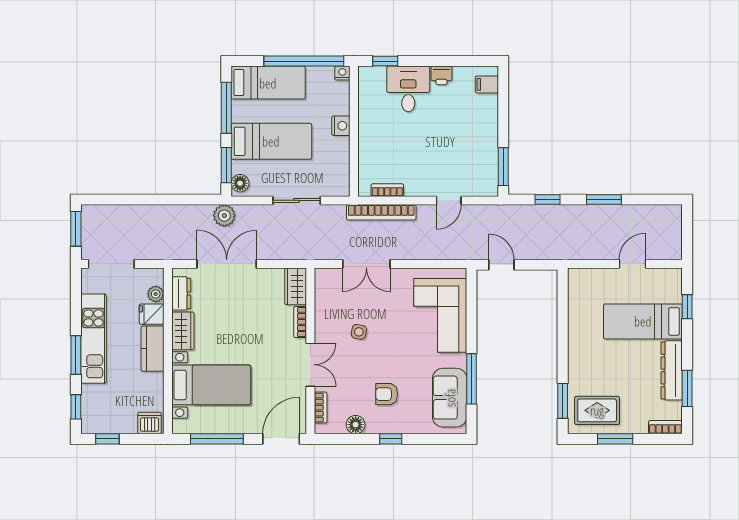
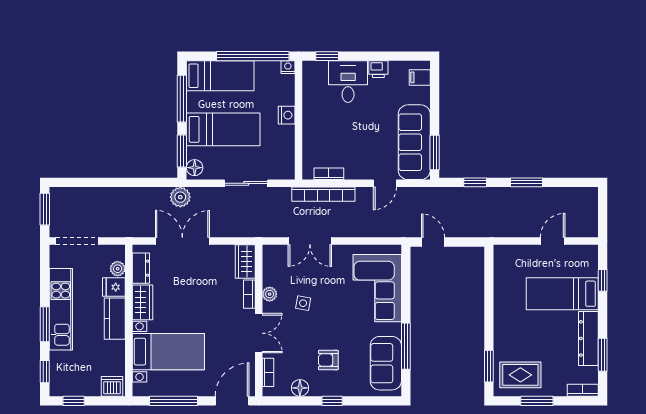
sofa: (481, 155) -> (414, 142), added
plant: (322, 322) -> (270, 294), added

